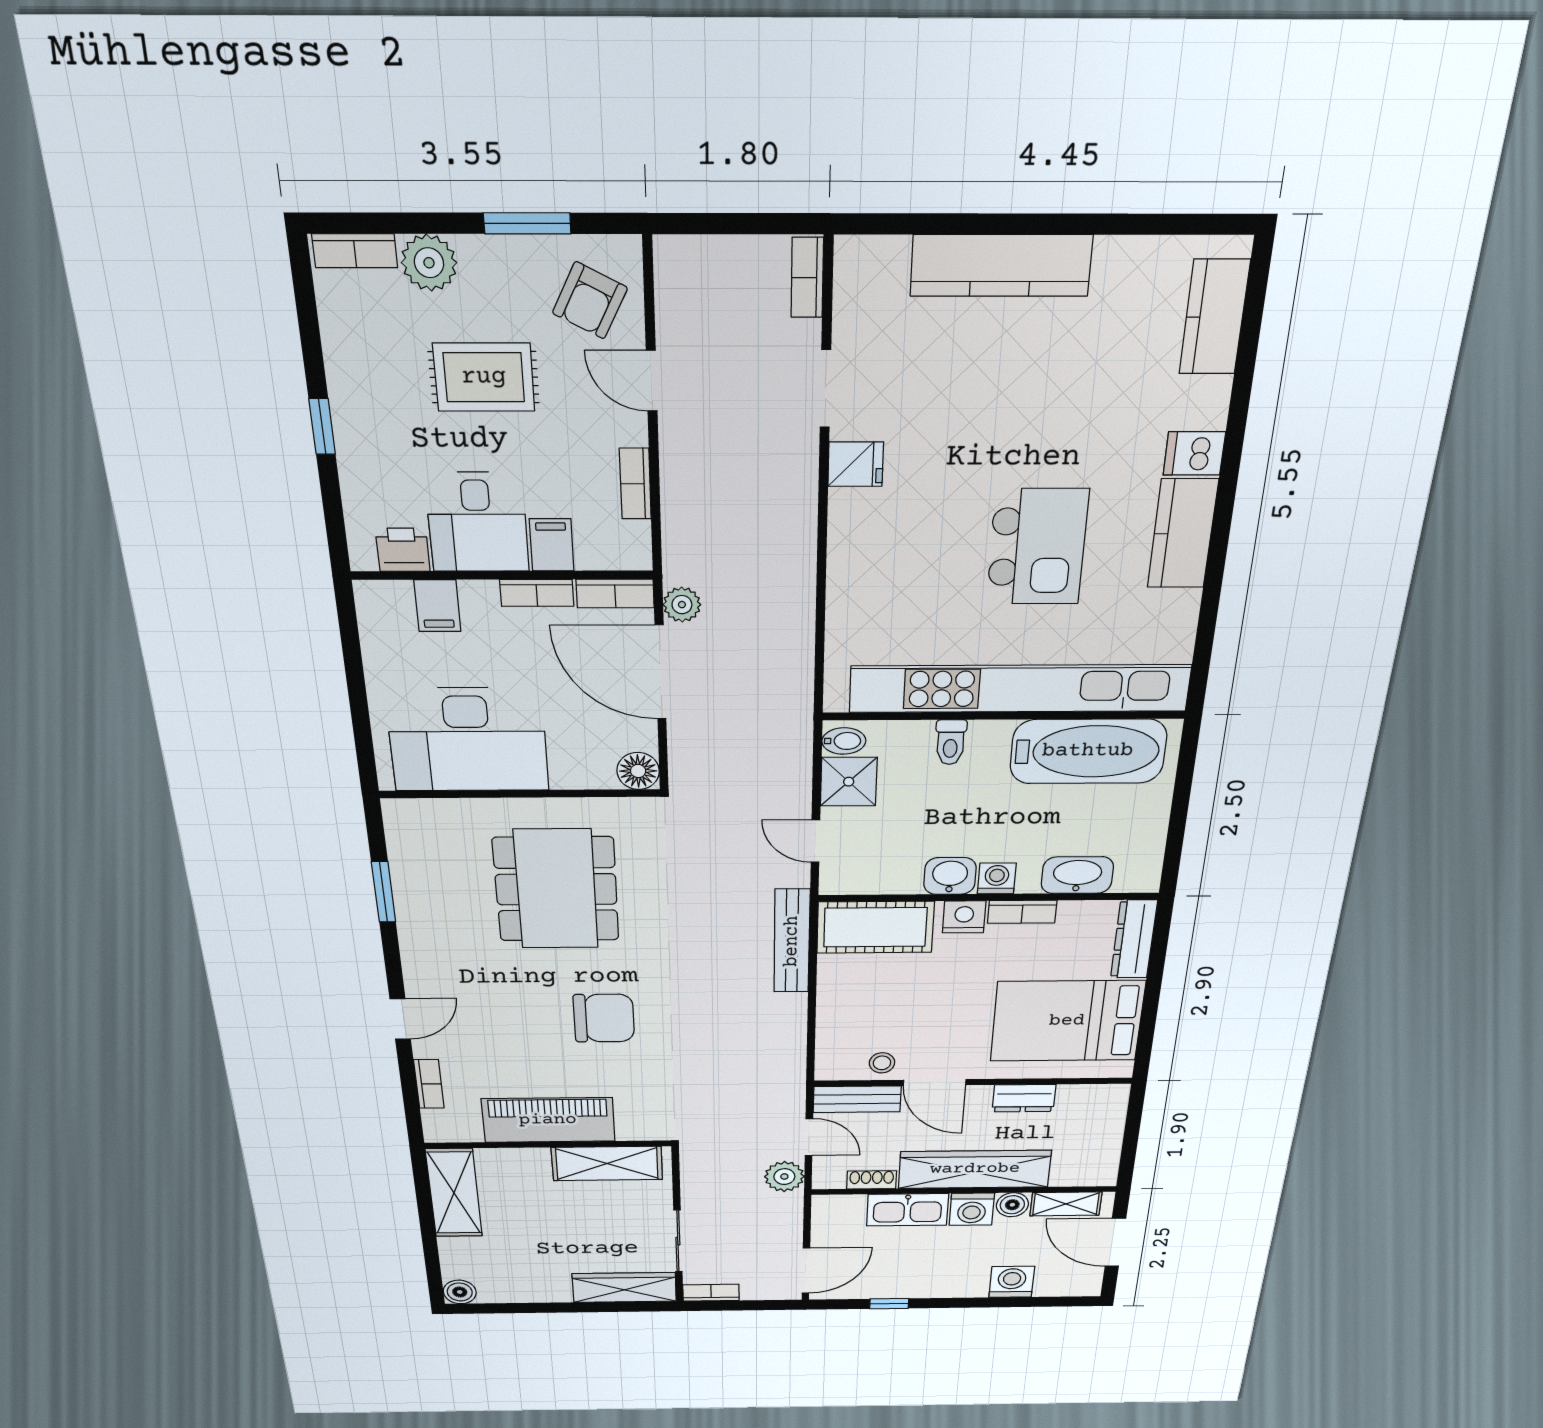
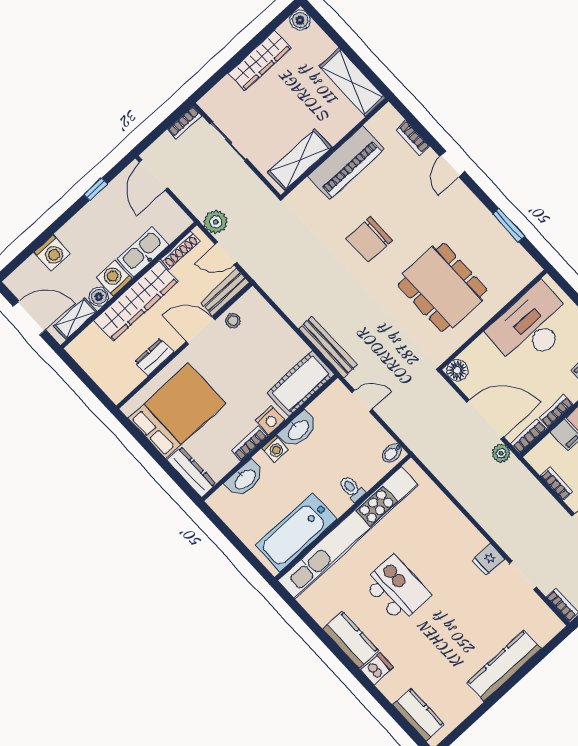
kitchen island: (1037, 547) -> (397, 589), turned 180
shower: (849, 782) -> (374, 438), removed
washbasin: (950, 876) -> (298, 430), width x1.38
shoe rack: (872, 1180) -> (180, 250), width x1.43
wardrobe: (624, 1287) -> (260, 60), moved

